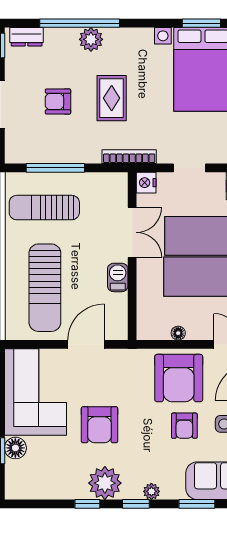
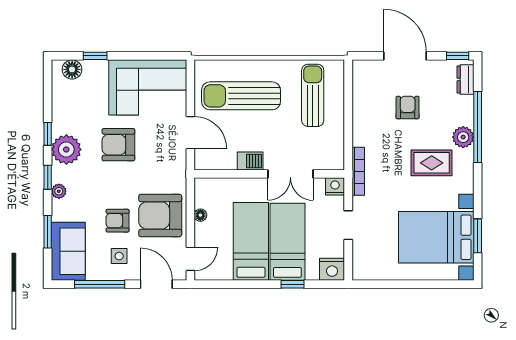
rug: (112, 98) -> (432, 163), moved
window: (55, 168) -> (348, 105), removed
floor lamp: (15, 448) -> (72, 69), moved

